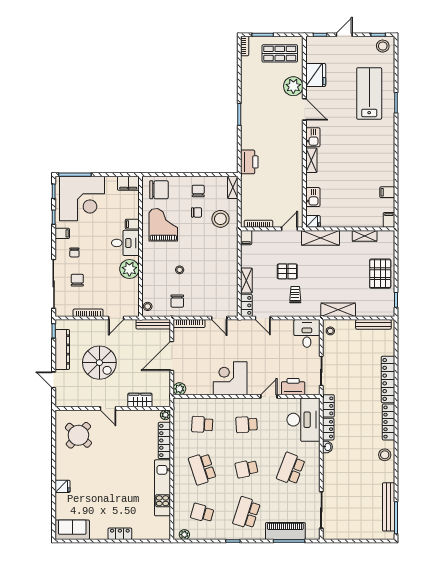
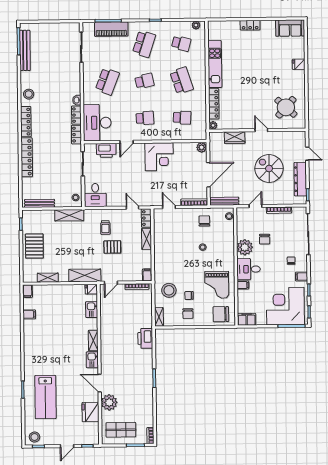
chair: (77, 280) -> (265, 239), moved

